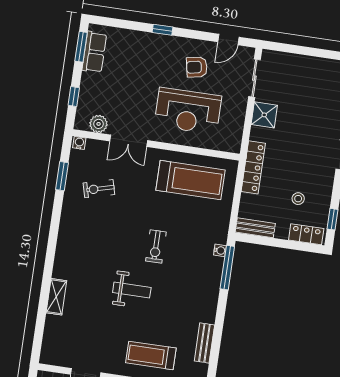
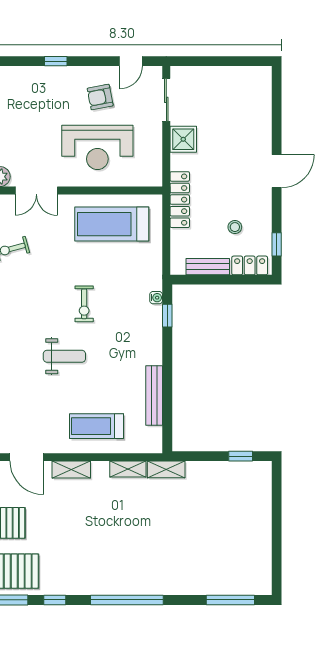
treadmill: (190, 180) -> (112, 224), turned 180
bench: (255, 228) -> (208, 267), moved
window: (227, 268) -> (167, 316), width x0.46
bench: (204, 343) -> (154, 395), width x1.36

